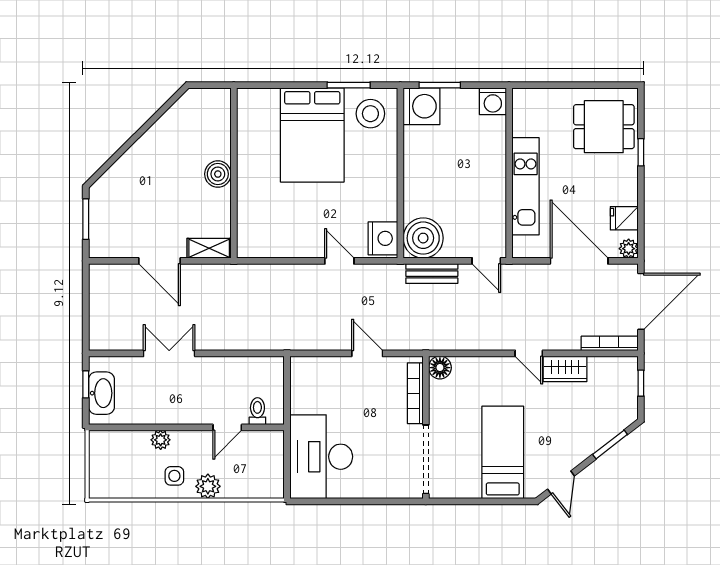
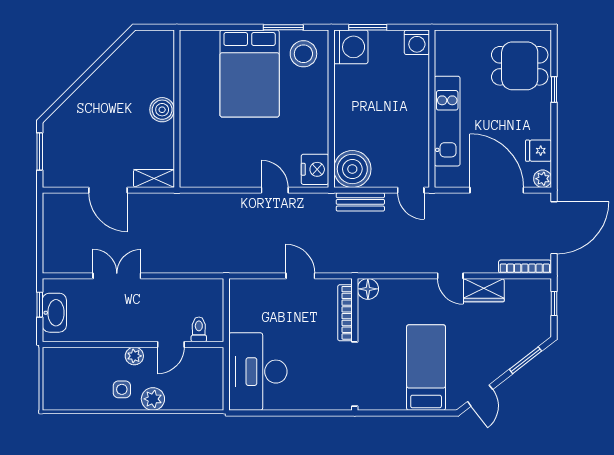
plant: (161, 440) -> (134, 356), moved

